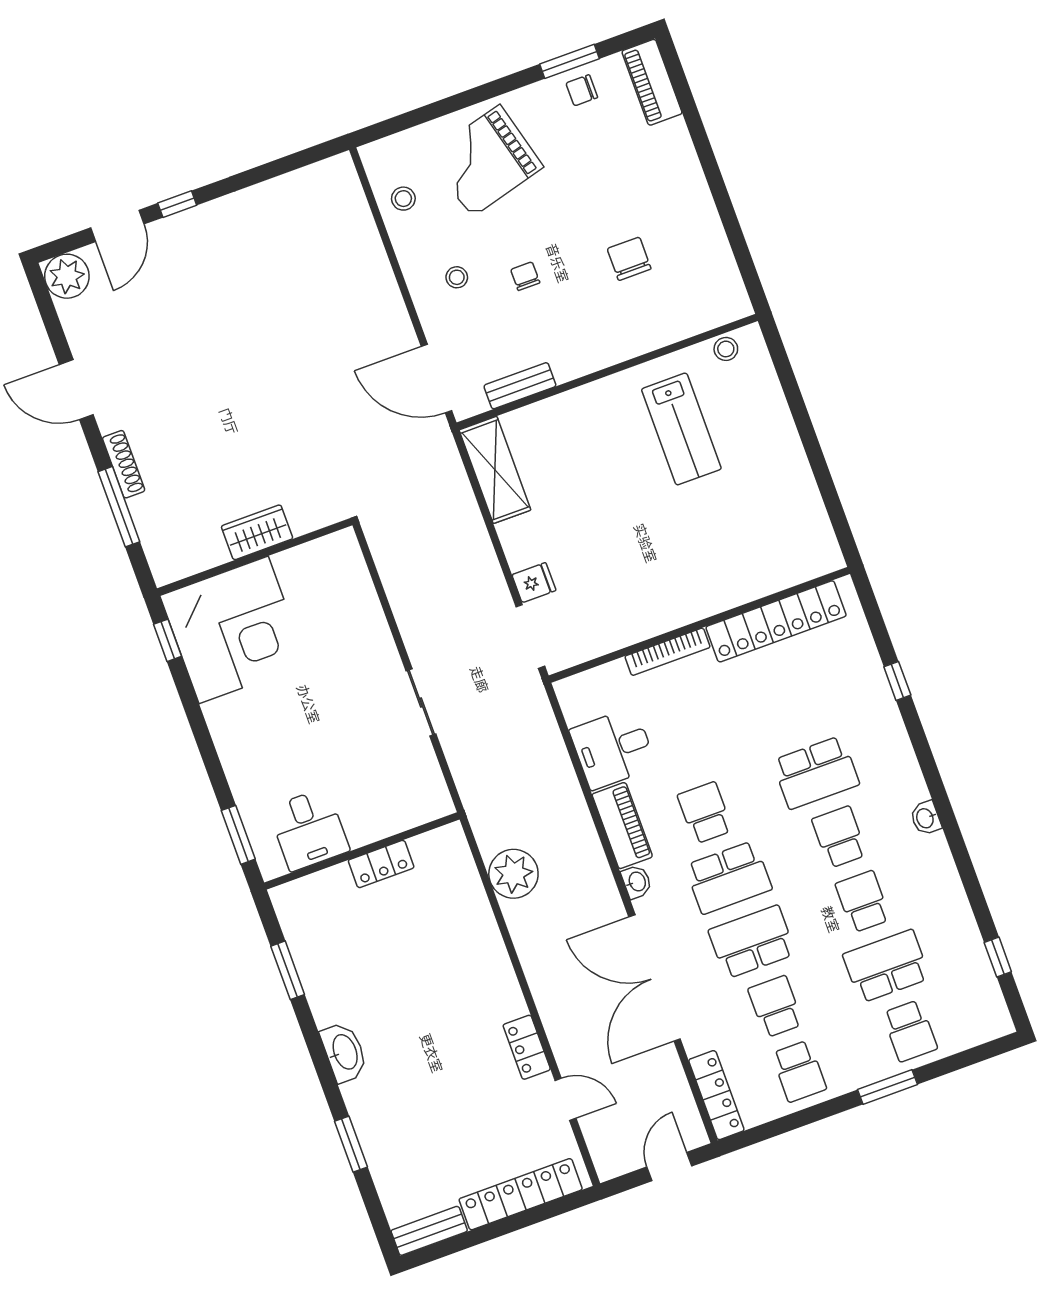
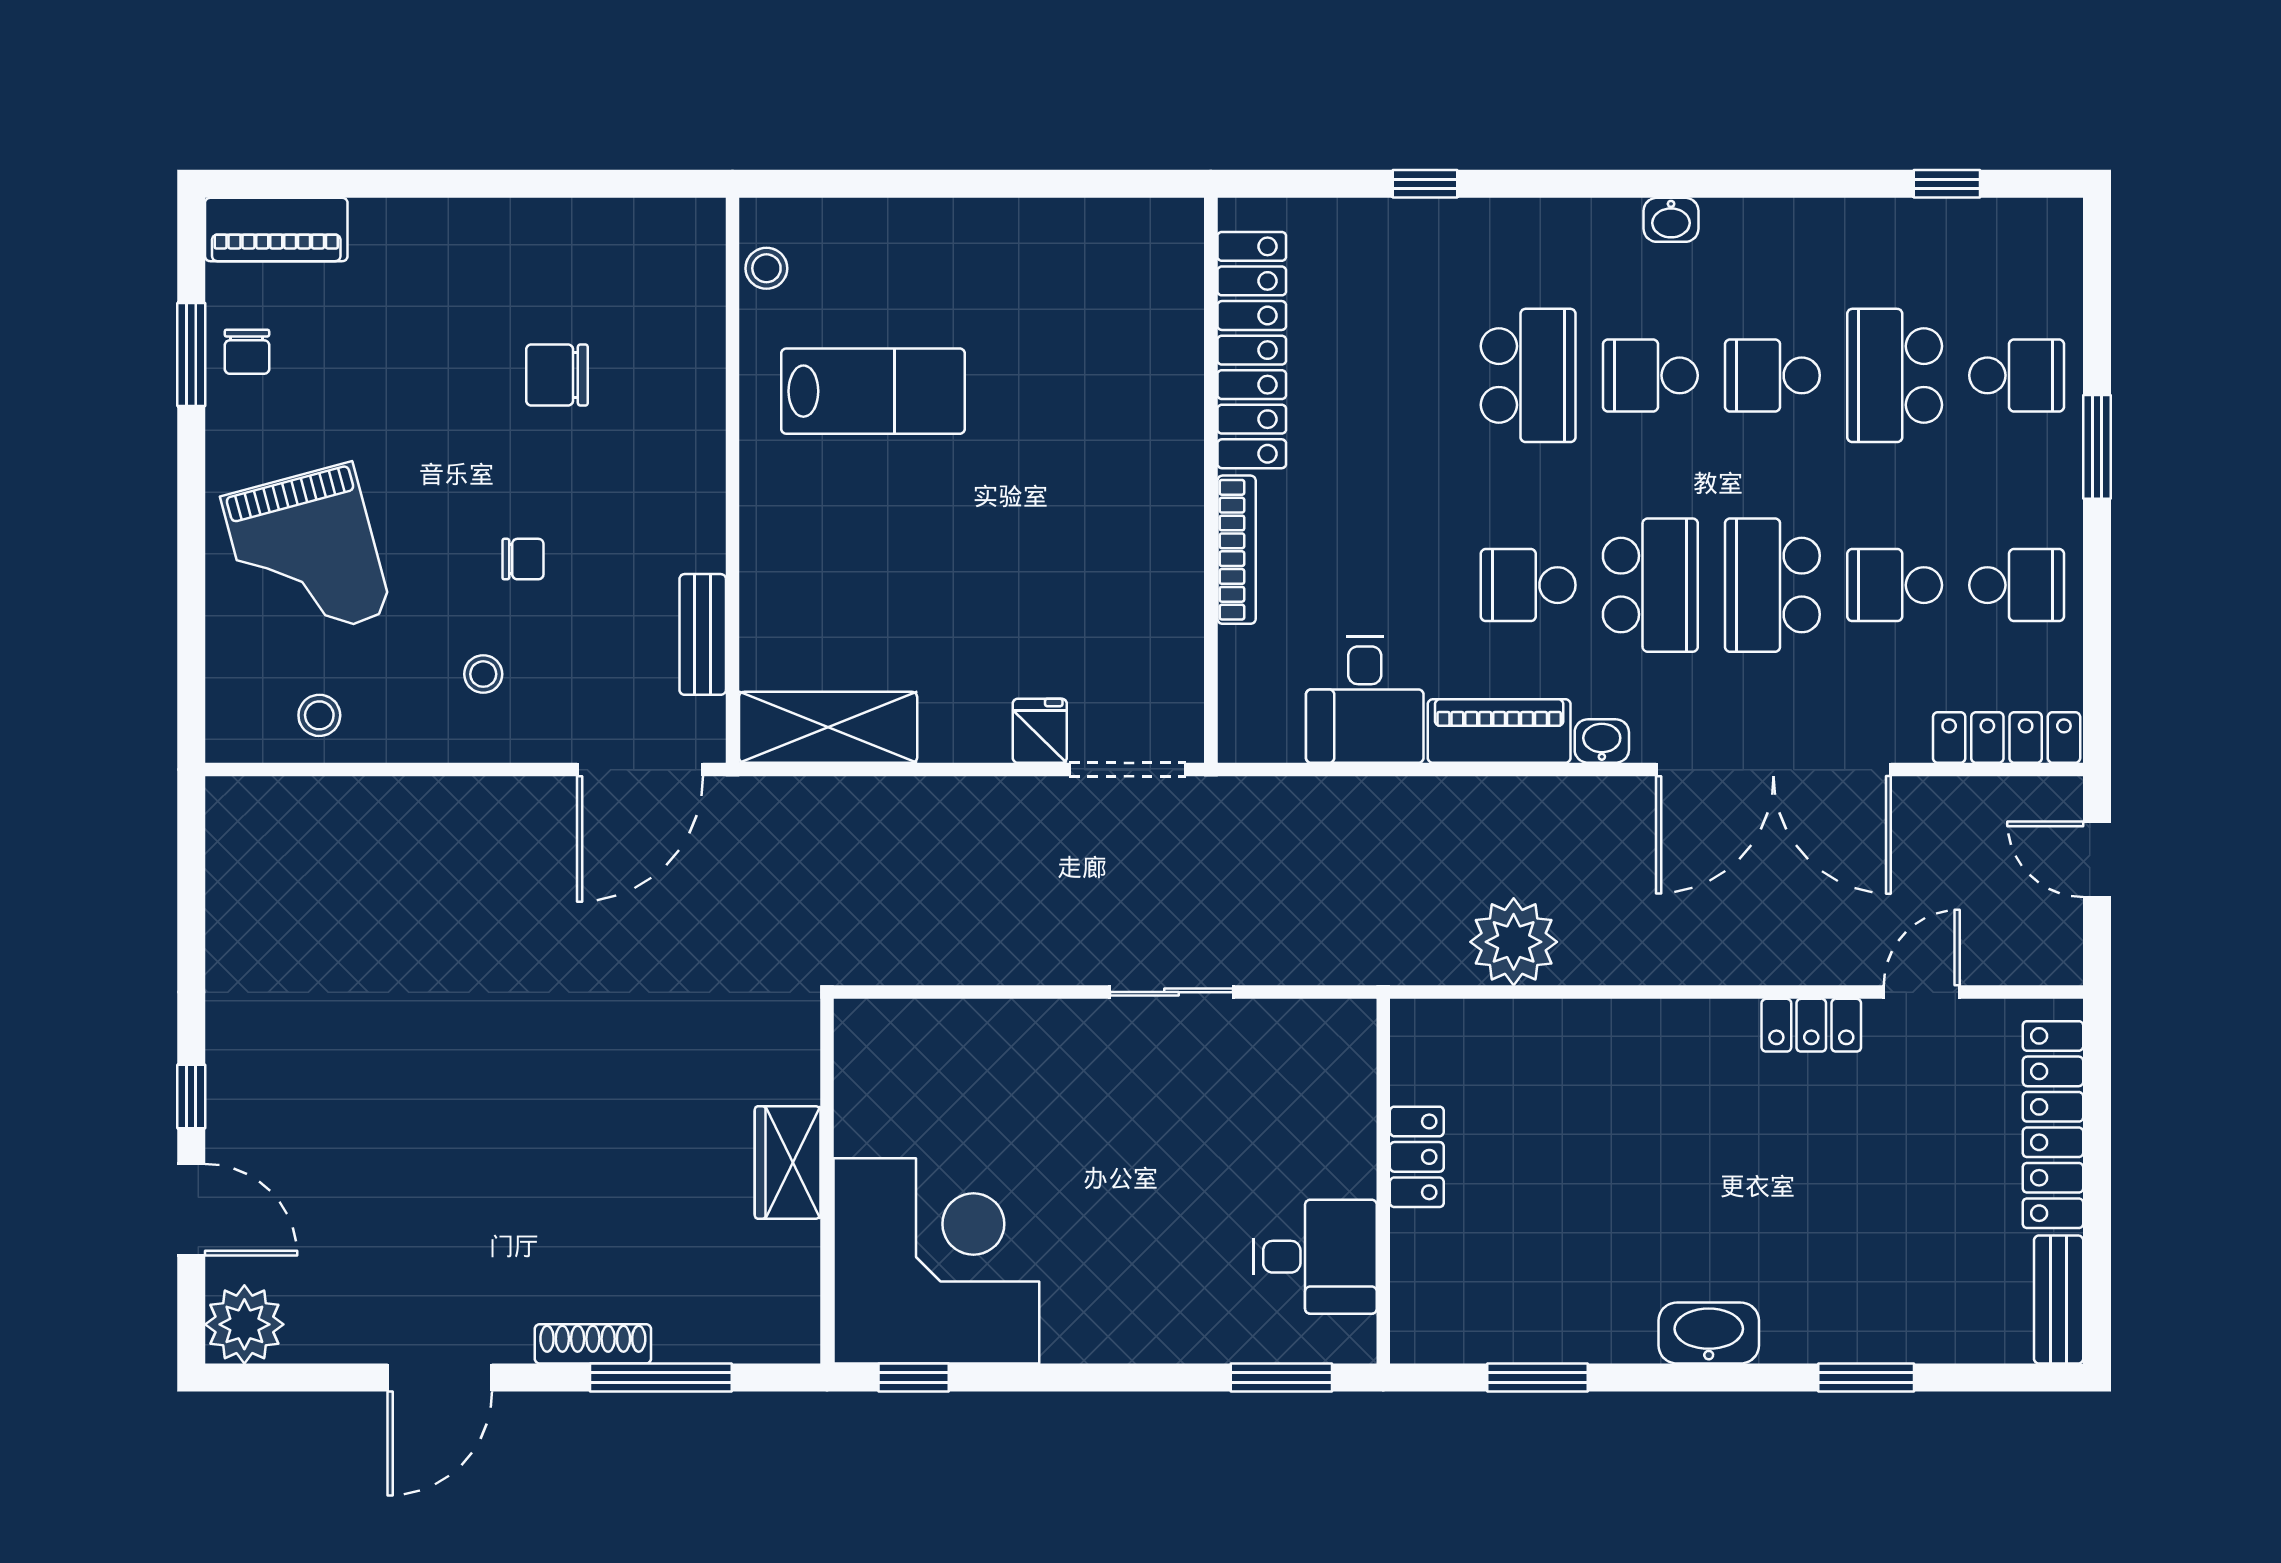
chair: (525, 276) -> (523, 559), turned 180

